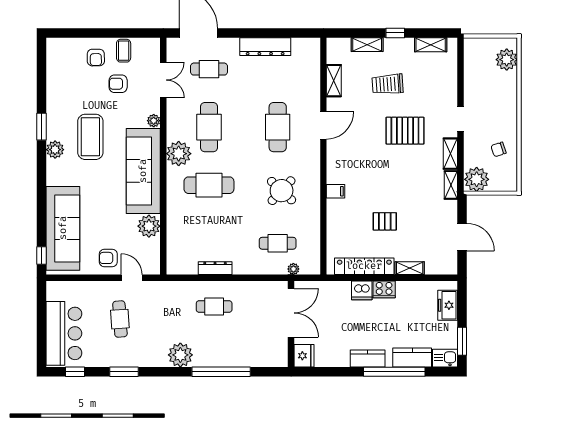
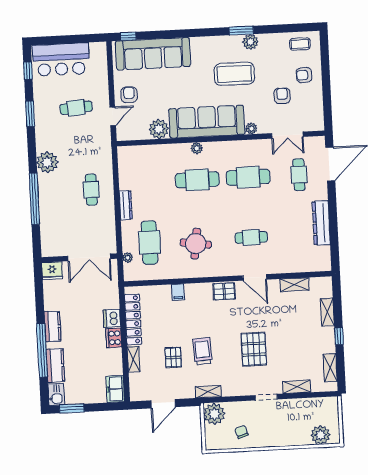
coffee table: (124, 51) -> (300, 44), moved
trolley: (388, 84) -> (202, 351), moved
cafe table: (278, 127) -> (251, 237), width x0.73, depth x0.74
plant: (55, 150) -> (250, 42), moved
plant: (179, 154) -> (197, 148), moved, width x0.53, depth x0.53
shelving: (450, 154) -> (297, 387), moved
pallet: (338, 161) -> (224, 291), added
cafe table: (209, 185) -> (197, 180), turned 90
round table: (282, 191) -> (196, 244), turned -35
filing cabinet: (336, 191) -> (178, 292), moved
pallet: (385, 221) -> (173, 357), moved
cafe table: (278, 243) -> (149, 243), width x1.37, depth x1.35
dresser: (215, 268) -> (126, 205), moved
freezer: (448, 305) -> (115, 389), moved, turned -90

